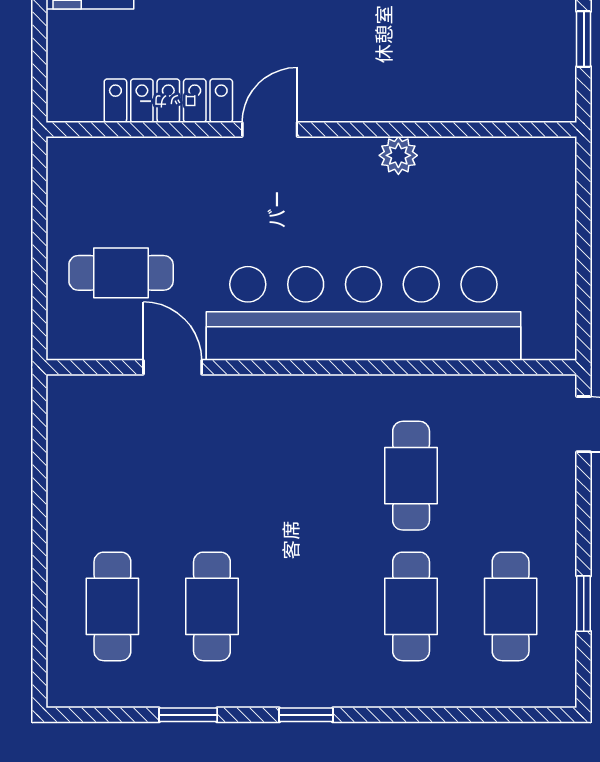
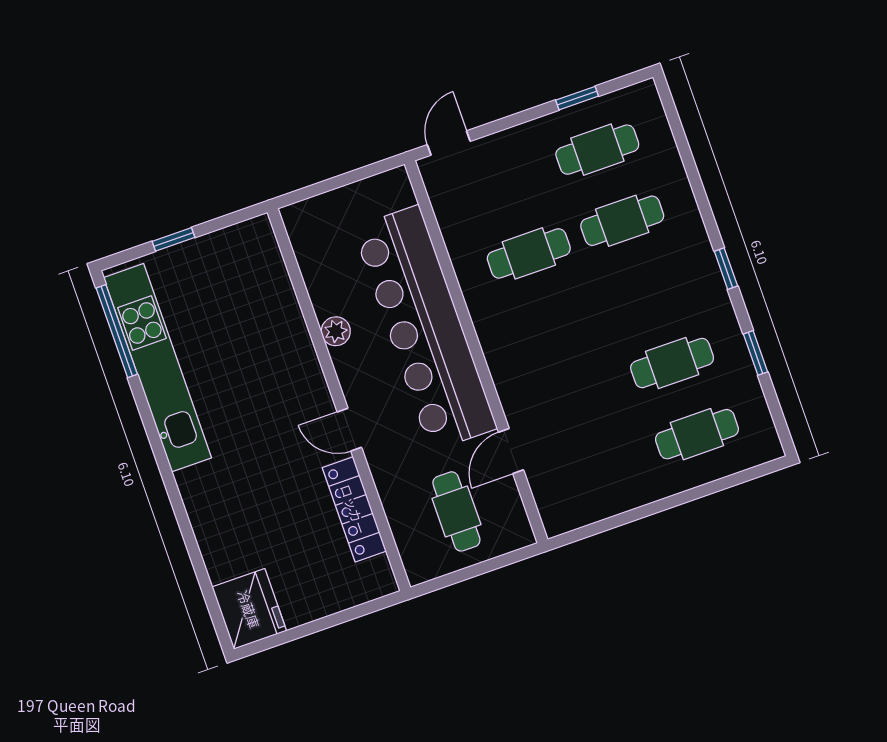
locker: (168, 101) -> (354, 509), moved
door: (270, 129) -> (349, 430), moved
wall: (311, 129) -> (339, 400), moved
plant: (398, 155) -> (336, 331), moved

